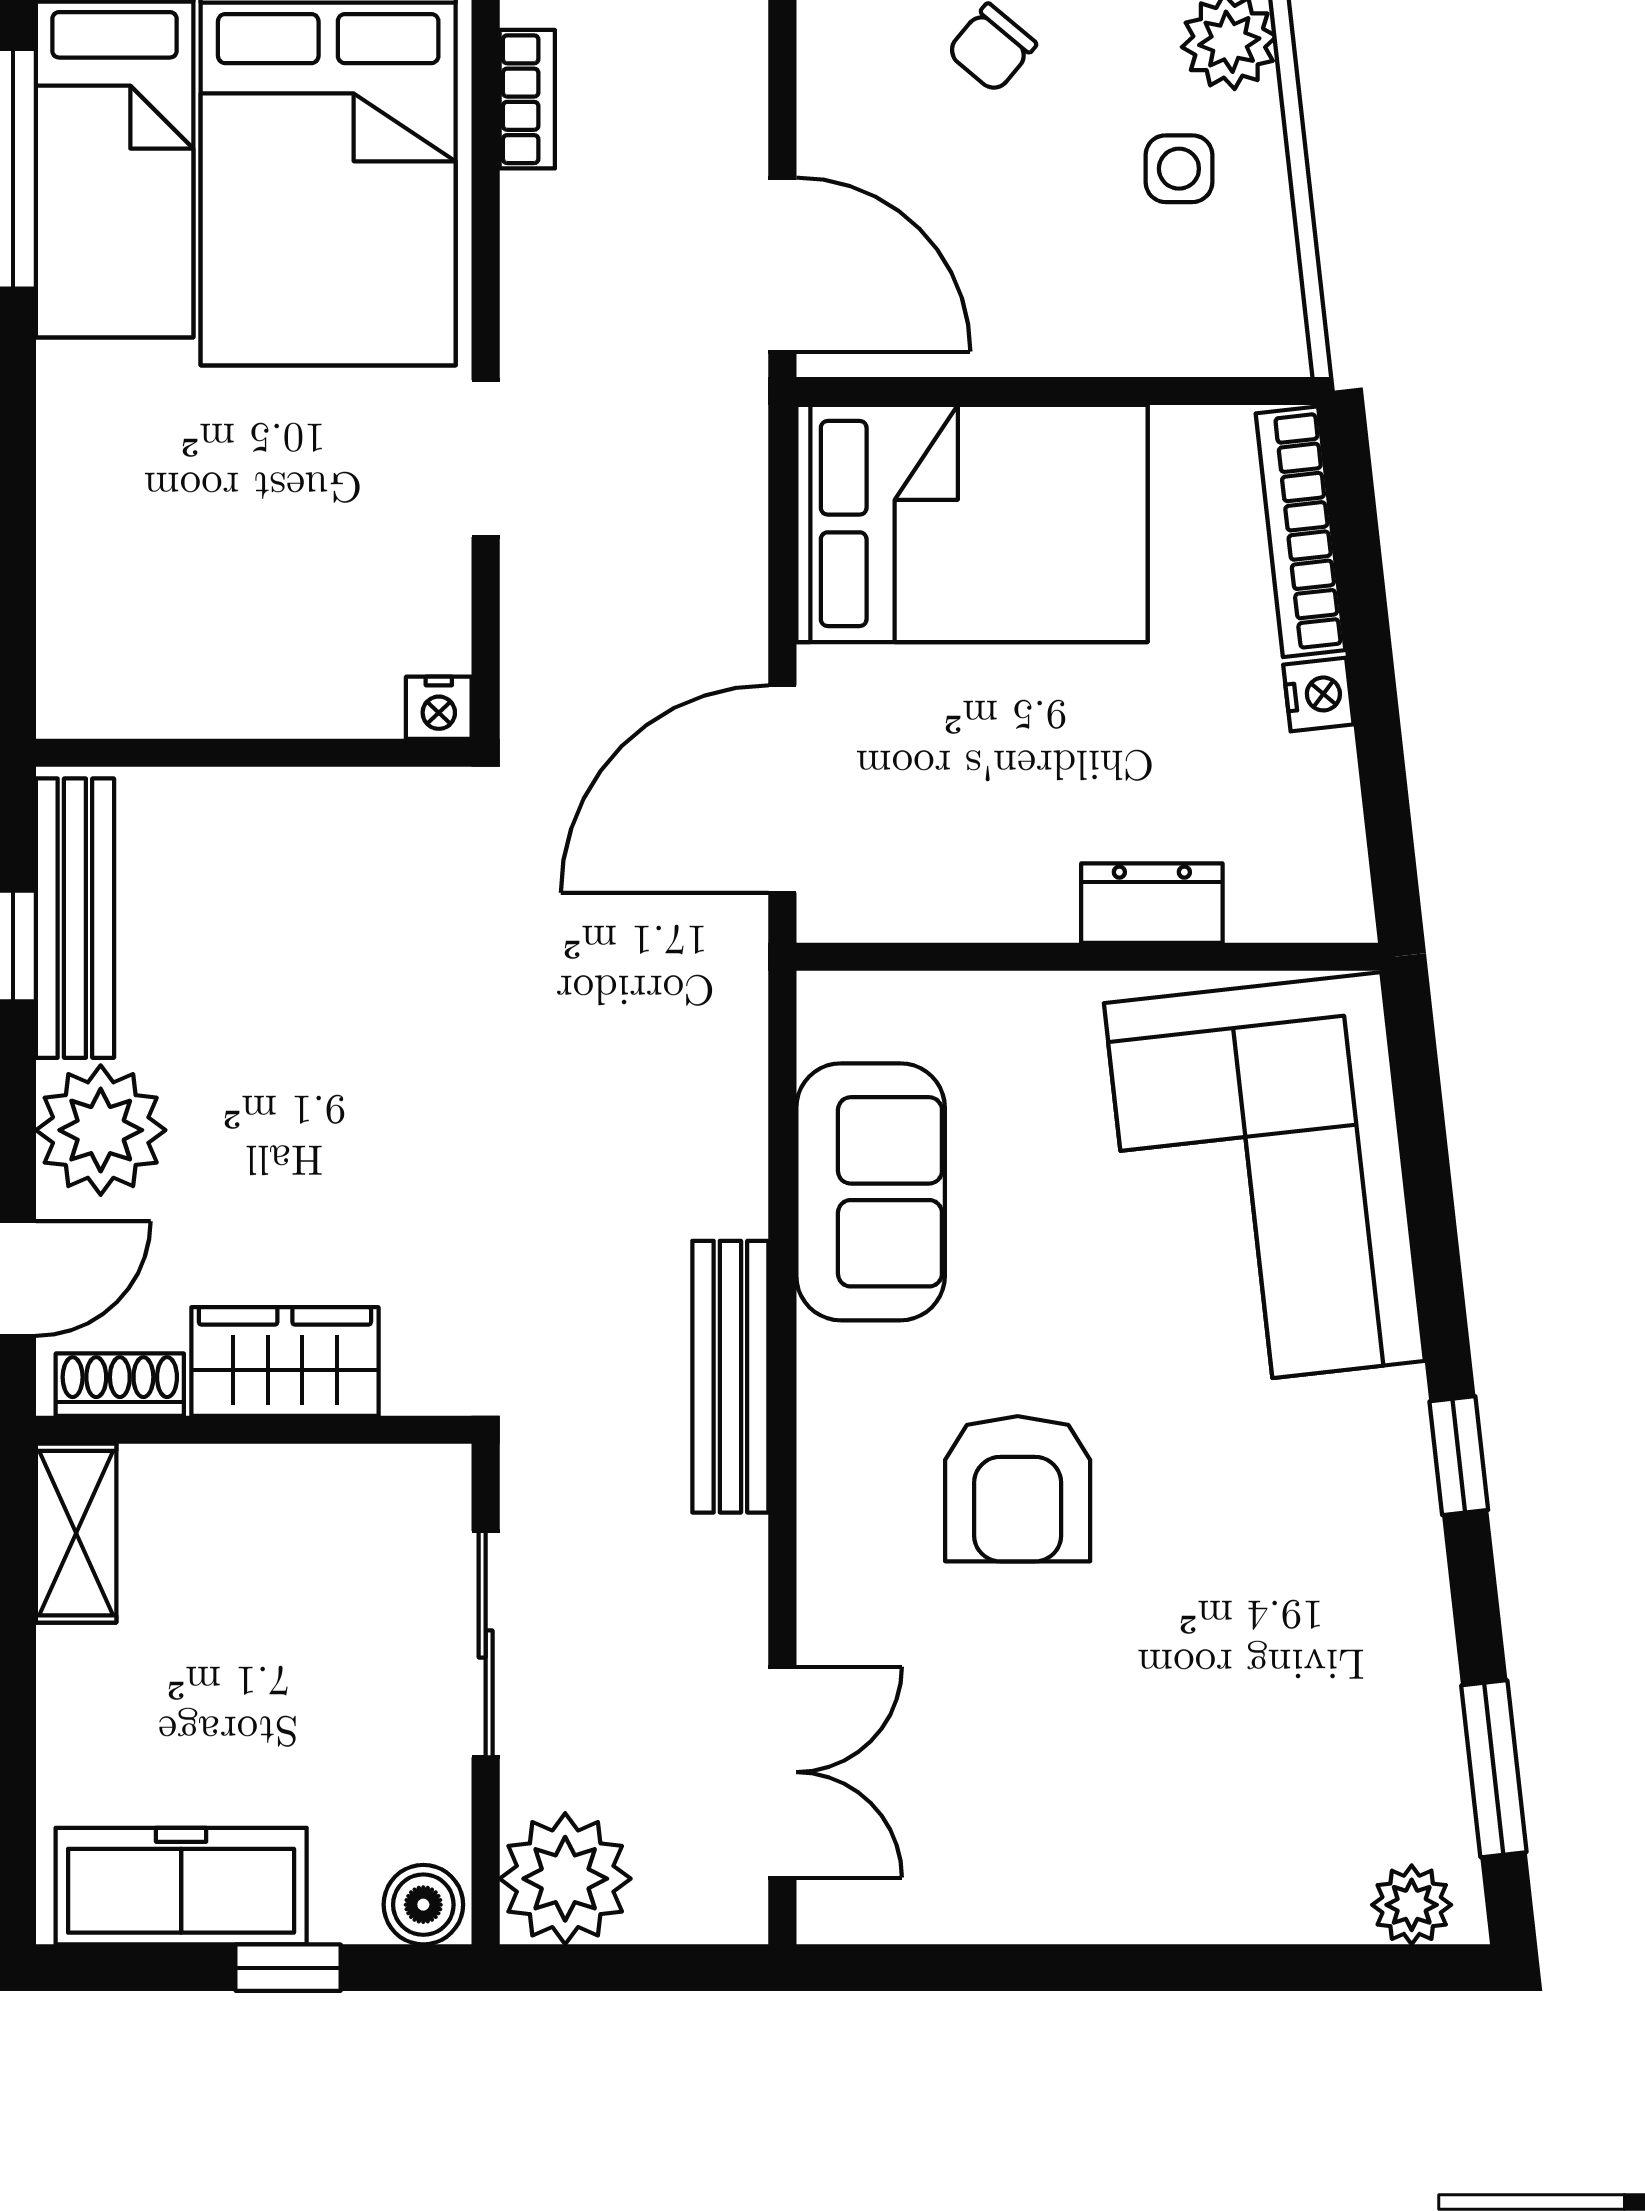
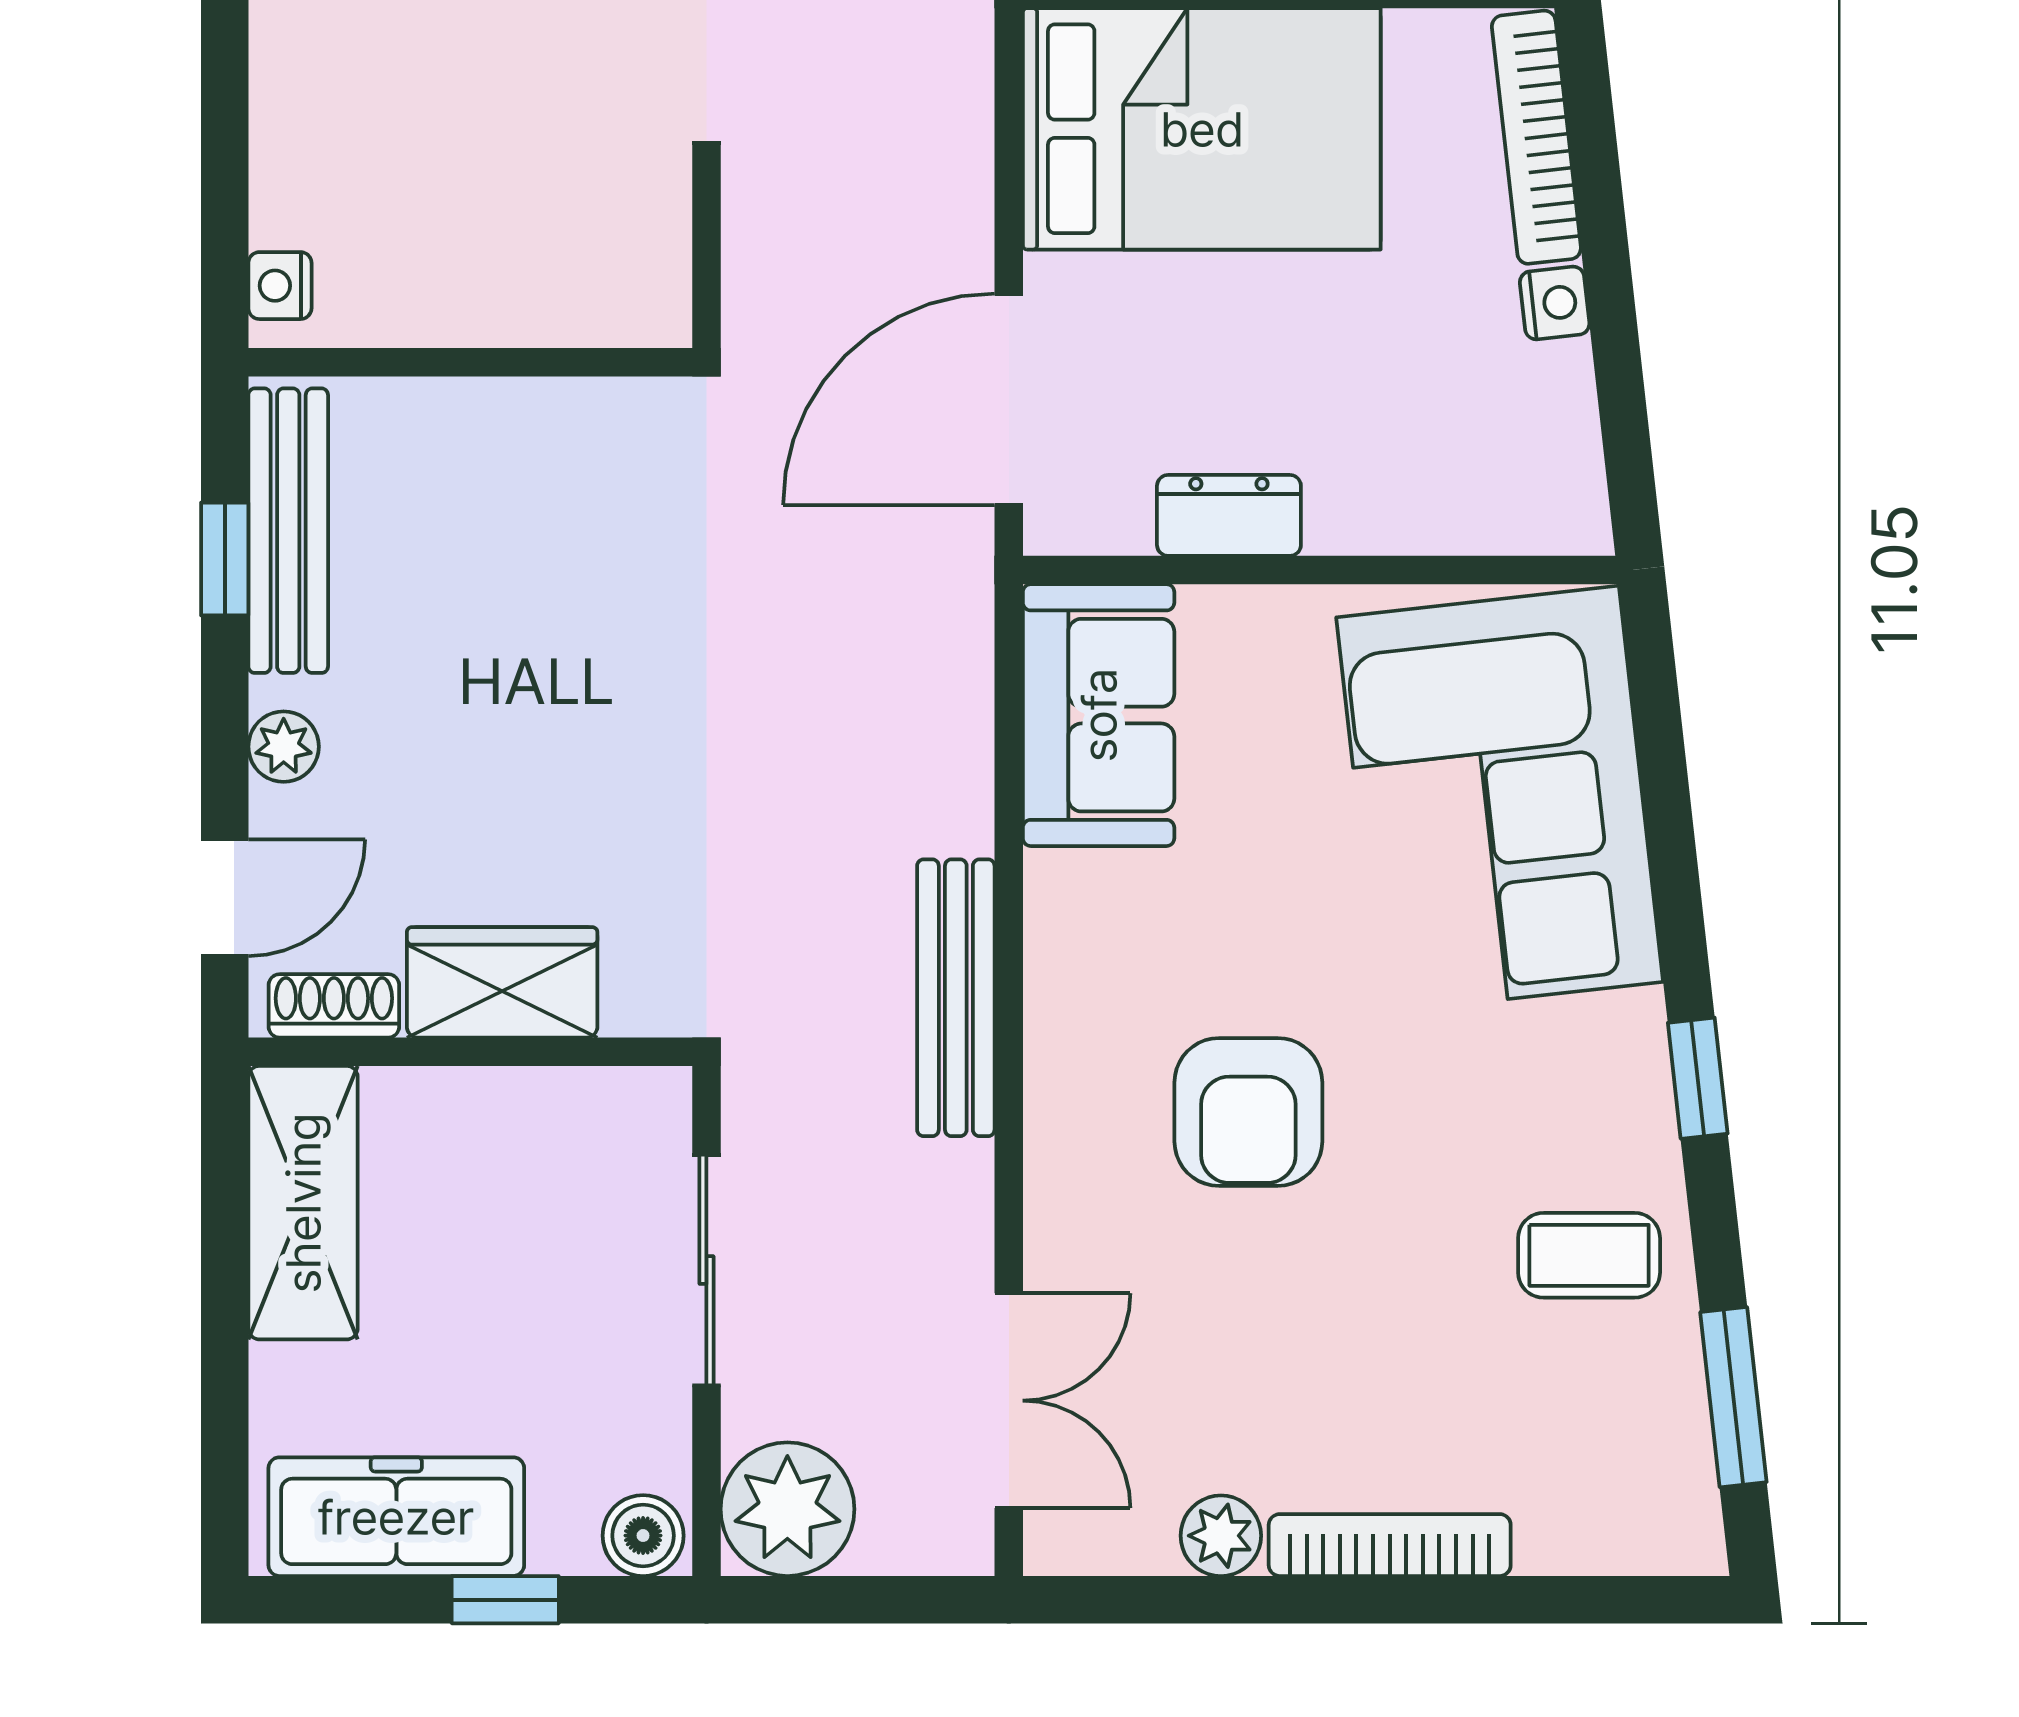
nightstand: (439, 708) -> (280, 286), moved, turned 90
dresser: (1152, 903) -> (1229, 515), moved
plant: (101, 1130) -> (284, 747), width x0.53, depth x0.53
sofa: (871, 1192) -> (1099, 715), moved
shelving: (76, 1533) -> (303, 1203), width x1.50, depth x1.33
coffee table: (1352, 1630) -> (1589, 1255), added
plant: (1412, 1905) -> (1221, 1536), moved
bookcase: (1156, 1914) -> (1390, 1545), added

